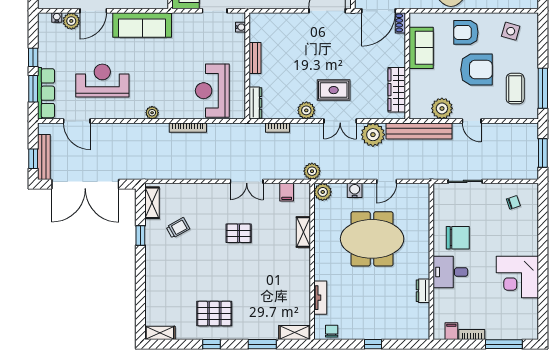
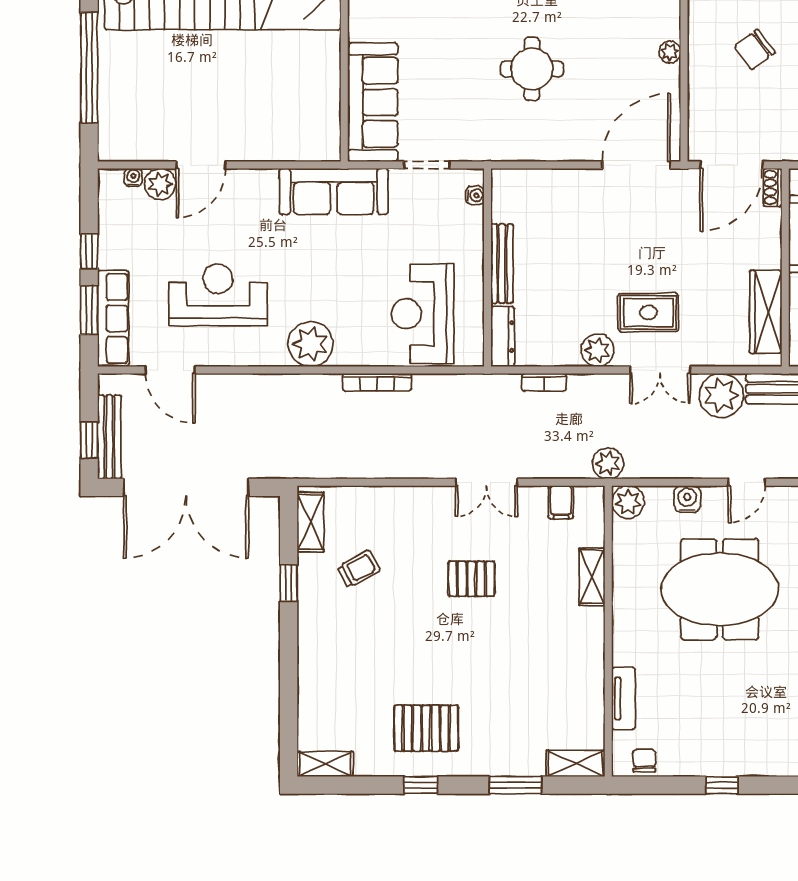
sofa: (142, 25) -> (334, 191), moved
bench: (255, 58) -> (502, 264), width x1.36
plant: (152, 113) -> (311, 344), width x1.87, depth x1.87

